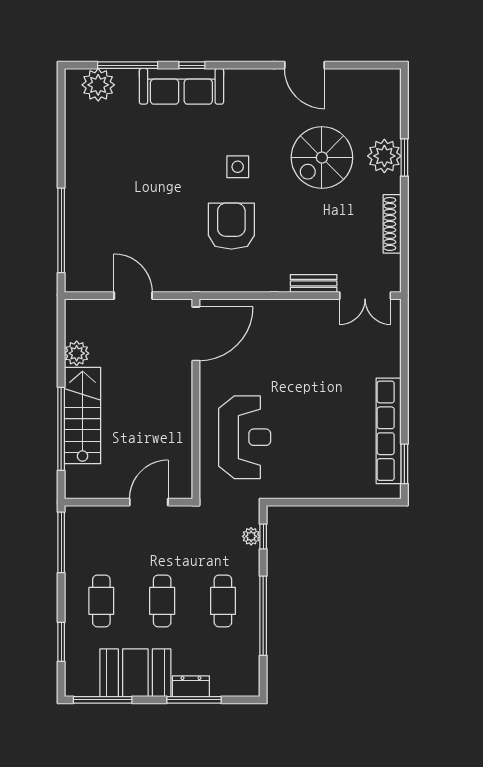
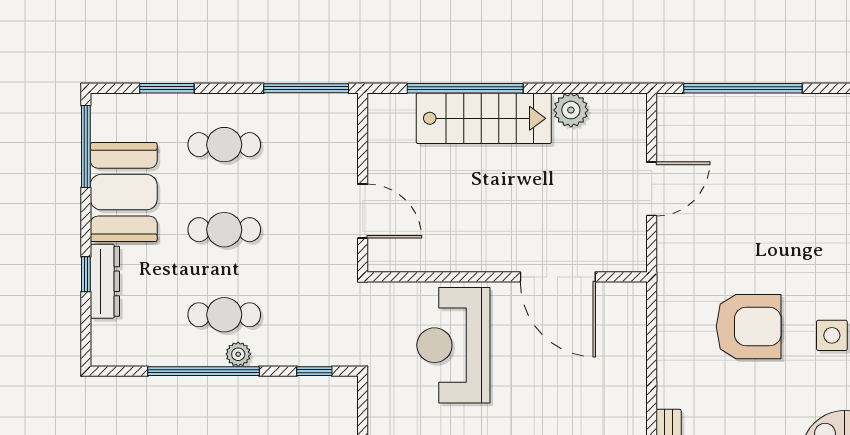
door: (196, 334) -> (558, 277), moved
reception desk: (245, 437) -> (453, 345), turned 90
plant: (251, 536) -> (238, 354), moved
dresser: (191, 686) -> (105, 281), width x1.44
window: (194, 700) -> (86, 274), width x0.46

